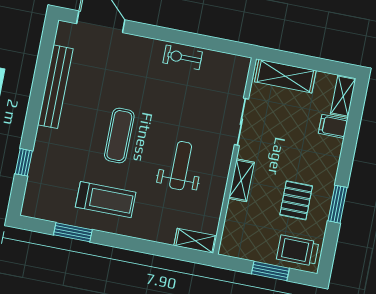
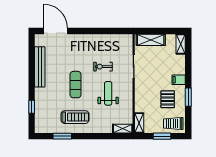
exercise bike: (183, 57) -> (103, 67), moved
filing cabinet: (333, 126) -> (179, 80), moved
shelving: (241, 180) -> (139, 123), moved

